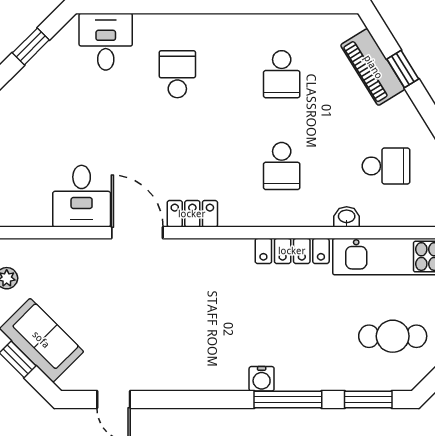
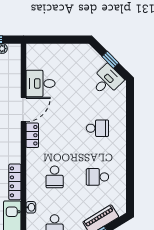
desk: (106, 42) -> (107, 80), moved, turned -45
school desk: (282, 166) -> (55, 177), turned -90

